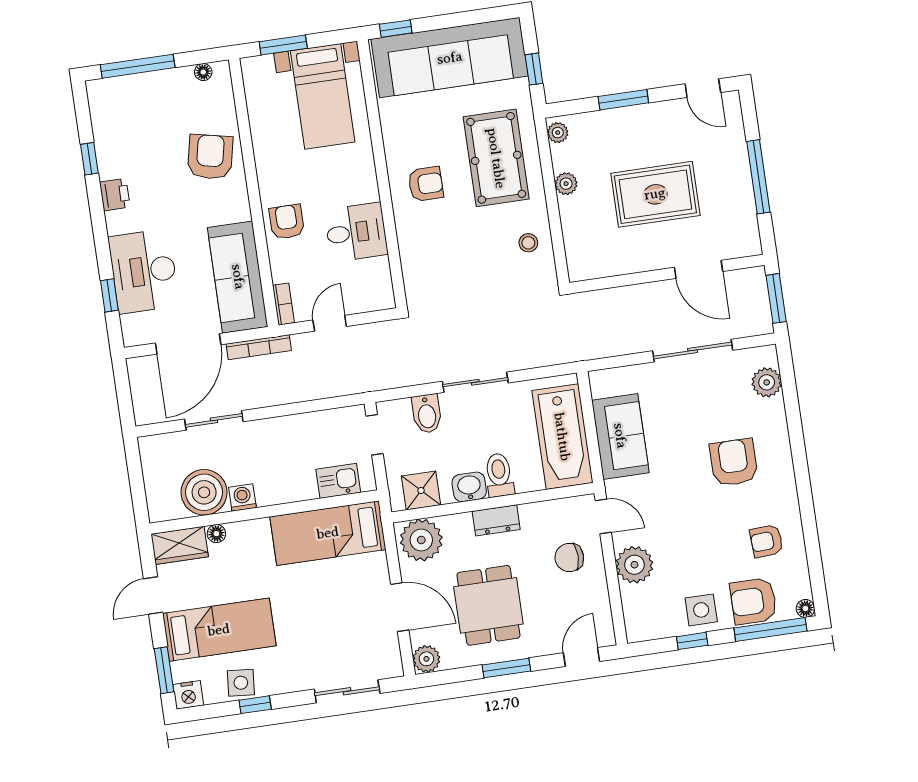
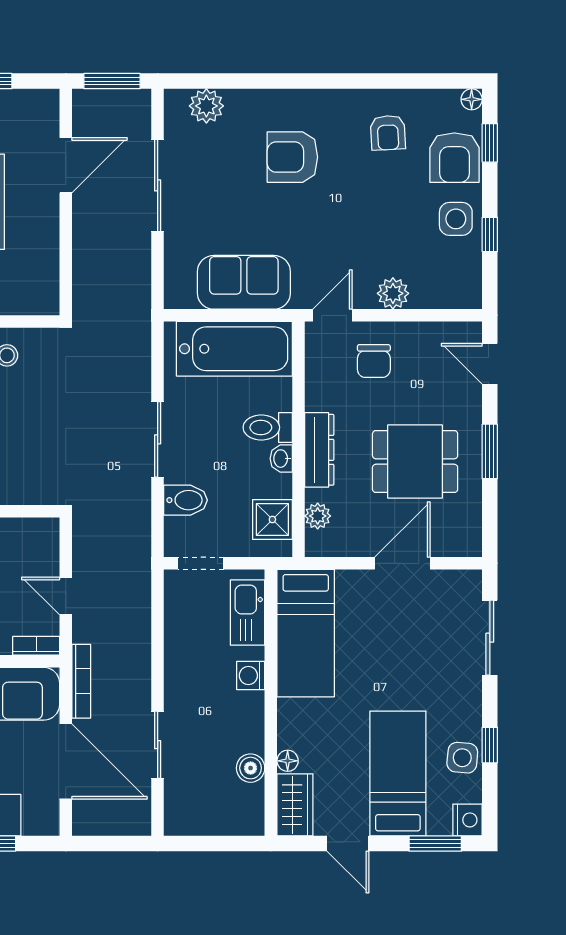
kitchen sink: (338, 481) -> (248, 613), width x1.38
washbasin: (469, 487) -> (281, 459), width x0.72, depth x0.69
boiler: (204, 492) -> (251, 768), width x0.54, depth x0.54
washing machine: (242, 498) -> (251, 676), moved
dresser: (496, 520) -> (319, 450), width x1.44
plant: (421, 540) -> (318, 516), width x0.53, depth x0.53
plant: (634, 565) -> (393, 293), width x0.73, depth x0.73
window: (770, 629) -> (490, 143), width x0.46
plant: (426, 659) -> (466, 541), removed

